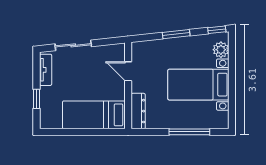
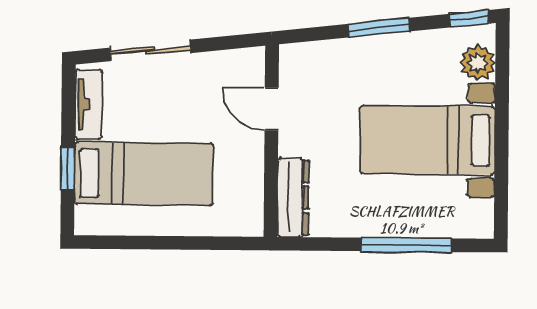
bed: (94, 115) -> (144, 173), moved, turned 180

